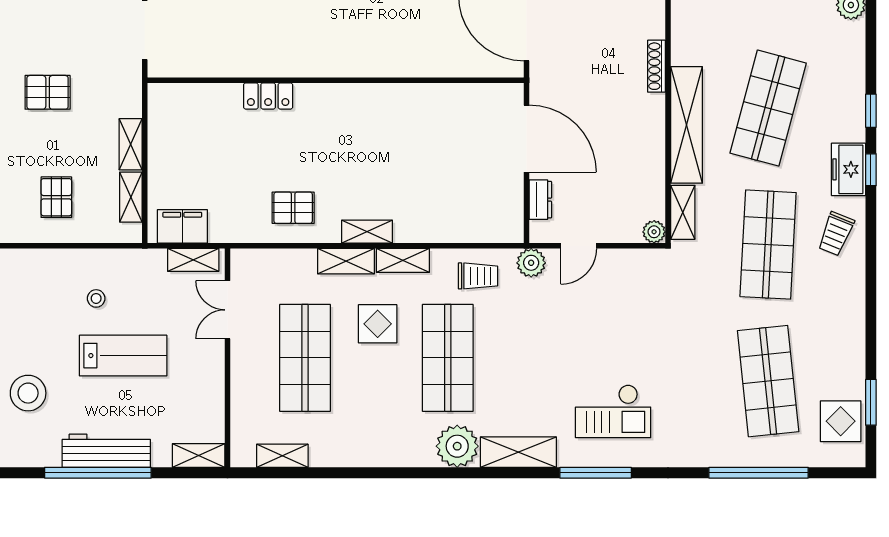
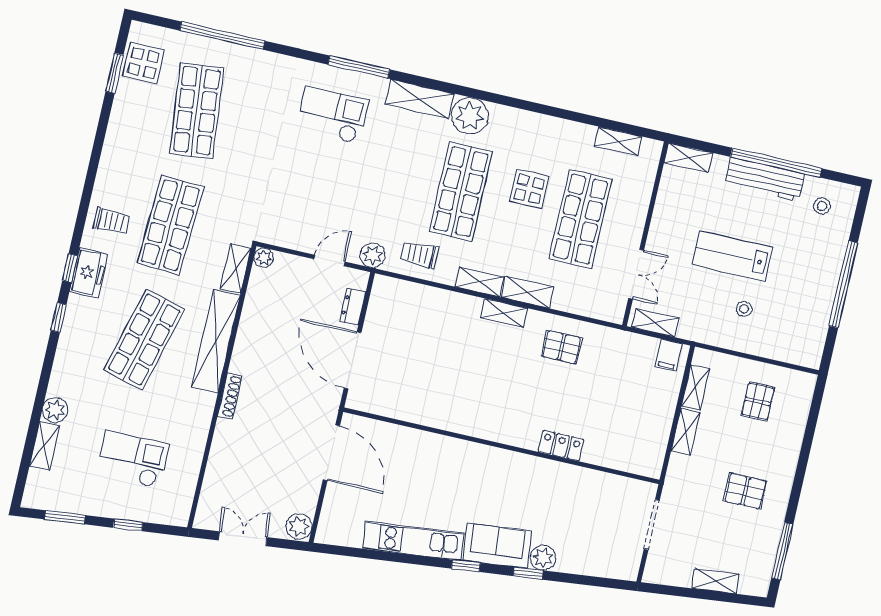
filing cabinet: (182, 226) -> (668, 355), width x0.50
trolley: (836, 234) -> (112, 221), turned 68
display table: (378, 324) -> (529, 189), moved
stool: (28, 393) -> (822, 206), moved, width x0.53, depth x0.53

